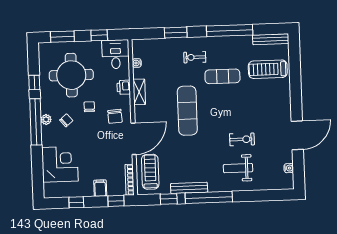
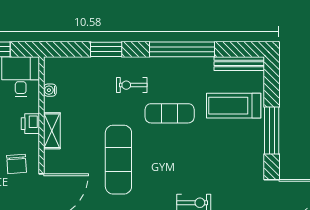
window: (296, 86) -> (272, 130), added

